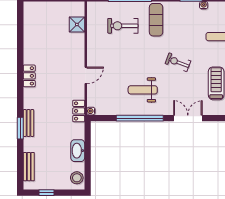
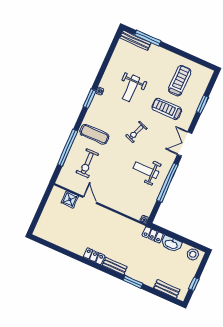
door: (86, 75) -> (90, 200), moved
weight bench: (143, 90) -> (146, 170), turned 90
locker: (79, 111) -> (153, 235), moved
bench: (29, 123) -> (115, 266), moved

